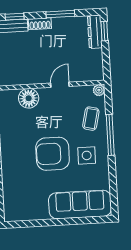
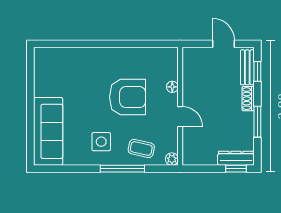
floor lamp: (29, 98) -> (172, 87), width x0.53, depth x0.53
armchair: (53, 154) -> (128, 97), moved, turned 90

